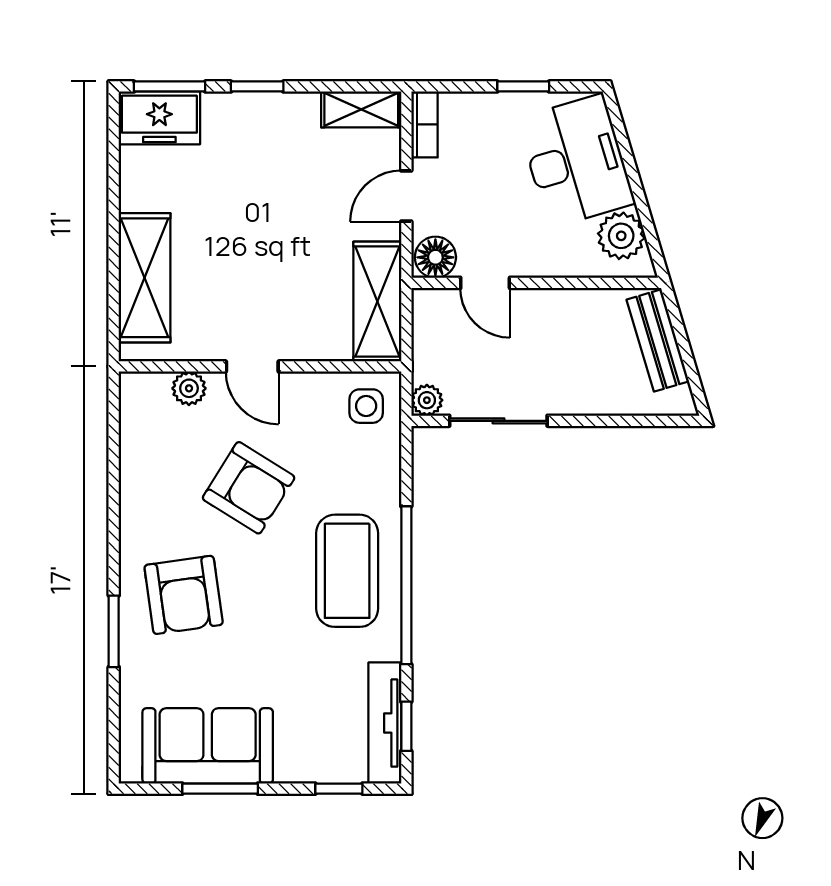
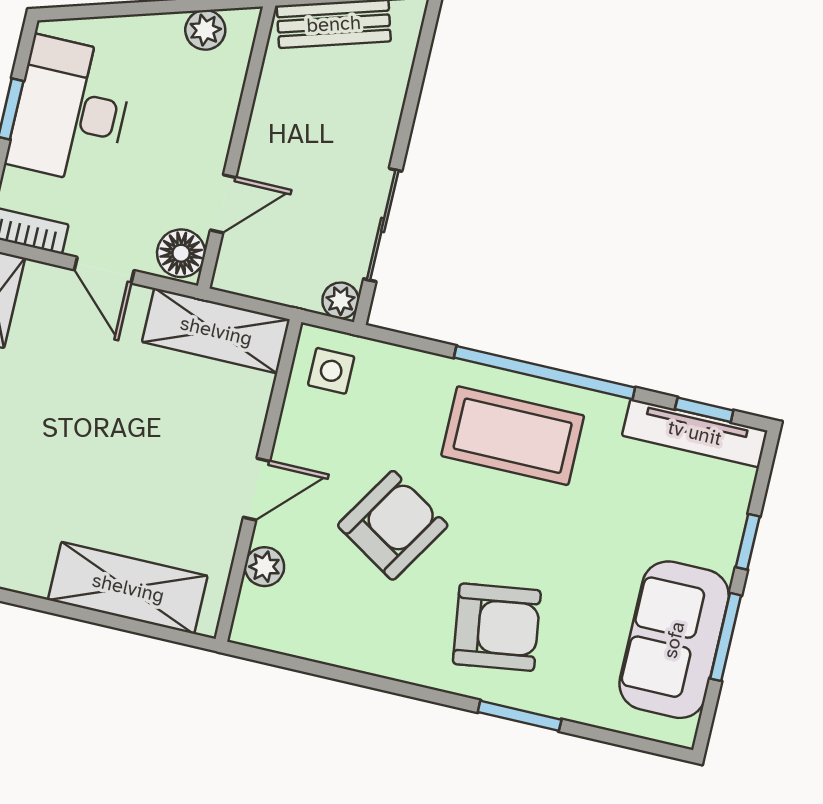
desk: (576, 161) -> (71, 110), moved, turned -73
plant: (621, 236) -> (205, 30), width x0.73, depth x0.73
window: (339, 789) -> (748, 542), moved

